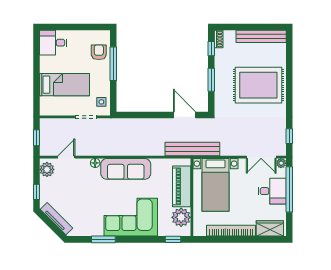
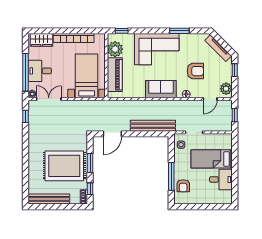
desk: (53, 43) -> (221, 179), moved
rug: (258, 85) -> (64, 166), moved
door: (184, 115) -> (112, 134), hinge flipped
bench: (192, 149) -> (153, 126), moved
sofa: (126, 169) -> (161, 89), width x0.73
armchair: (84, 191) -> (195, 71), added

